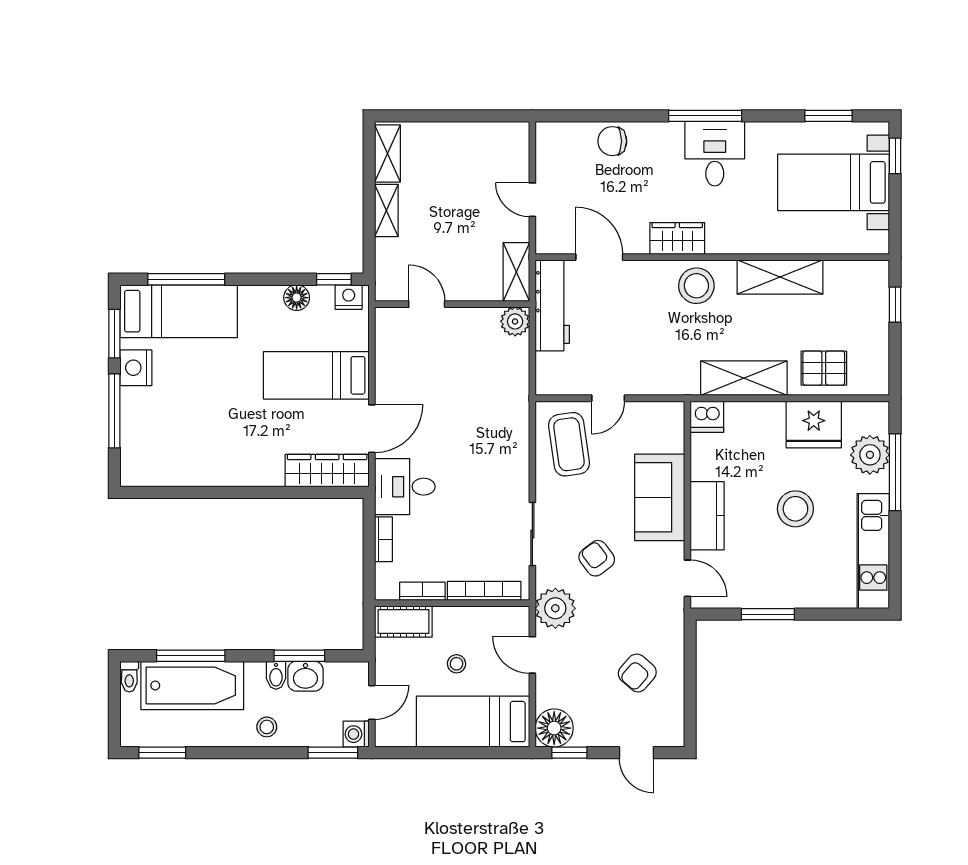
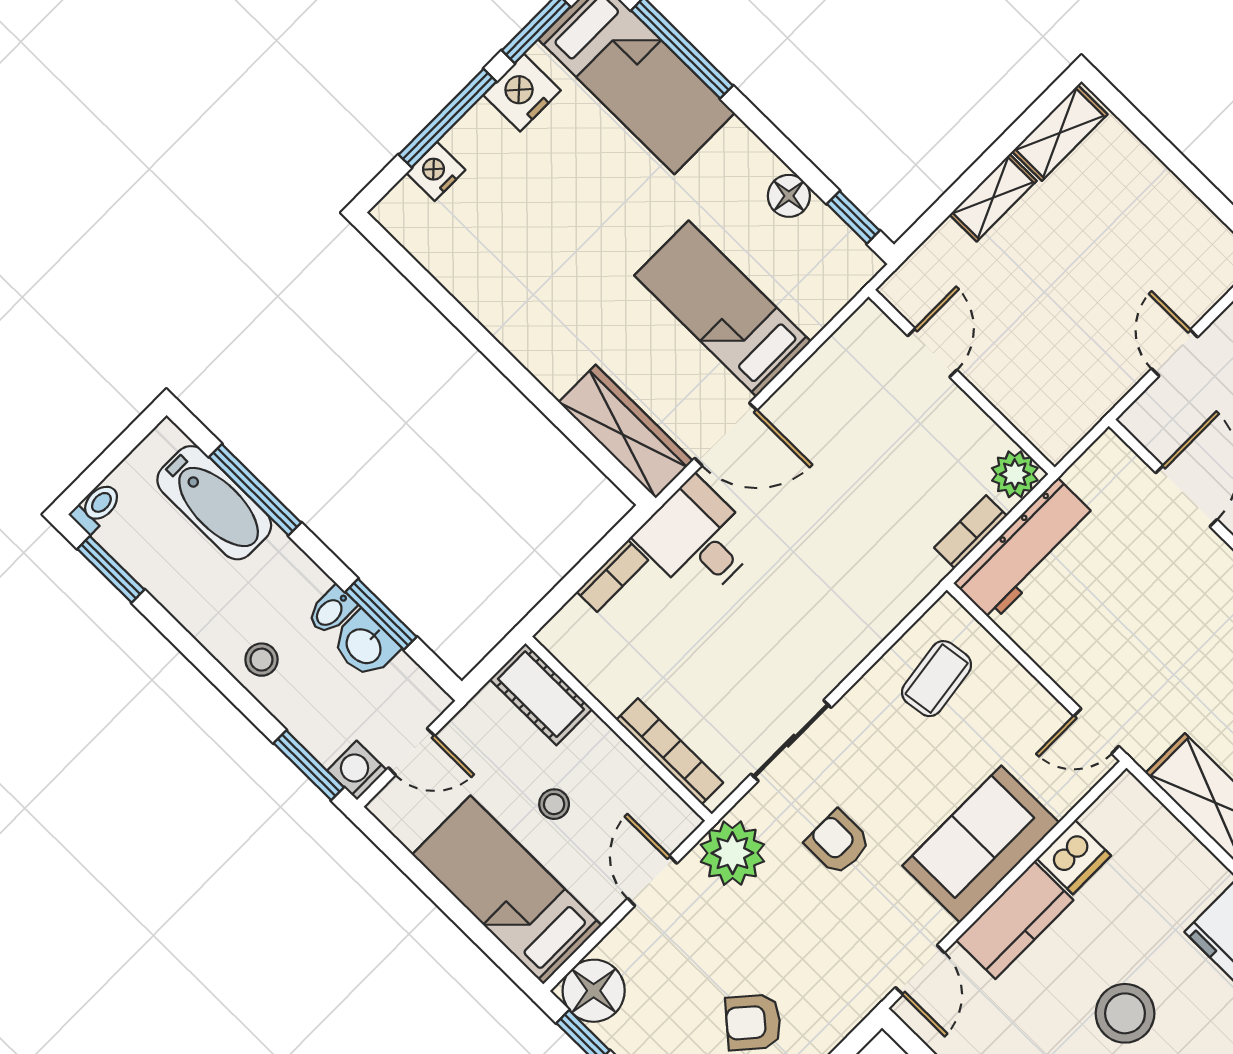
shelving: (516, 272) -> (1073, 419), removed
nightstand: (349, 297) -> (436, 171), moved, turned -90
workbench: (552, 305) -> (1025, 550), moved
door: (608, 398) -> (1096, 731), moved
dishwasher: (707, 417) -> (1074, 857), moved, turned -90
coffee table: (569, 444) -> (937, 679), width x0.73, depth x0.77
armchair: (597, 558) -> (838, 843), turned -53
bookcase: (422, 591) -> (970, 532), moved, turned -90
toilet: (129, 677) -> (97, 507), moved, turned 180
bathtub: (192, 685) -> (214, 503), width x0.73, depth x0.73

